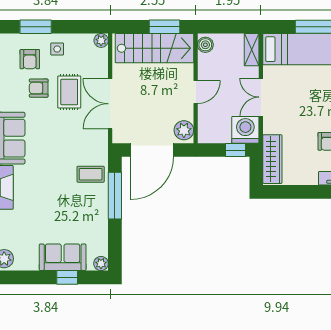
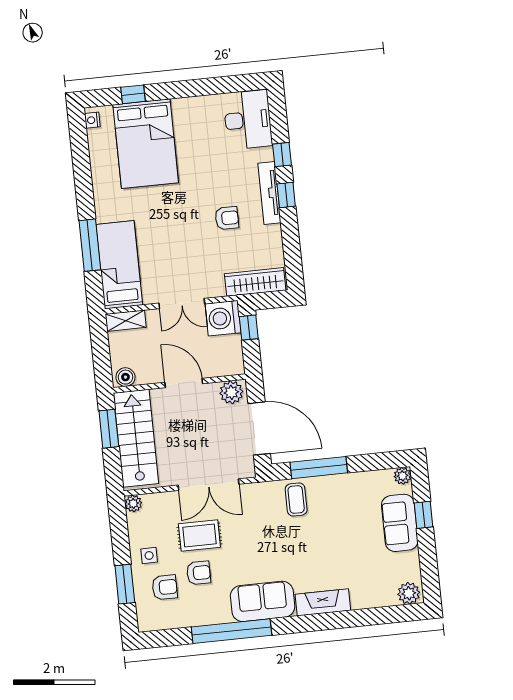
armchair: (39, 88) -> (199, 573), turned -90
door: (196, 92) -> (184, 383), width x1.38

